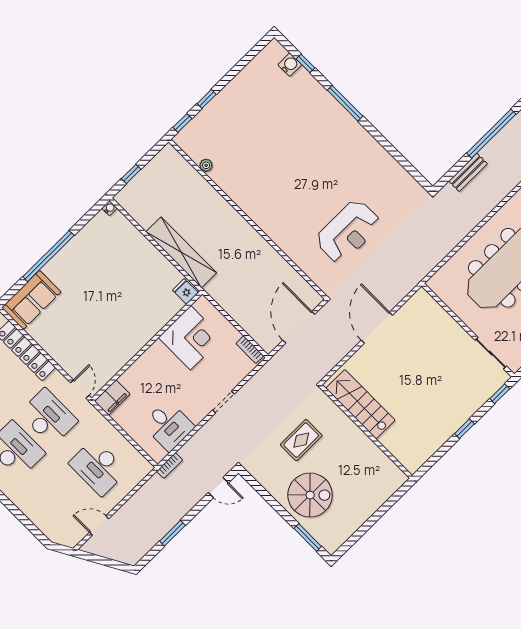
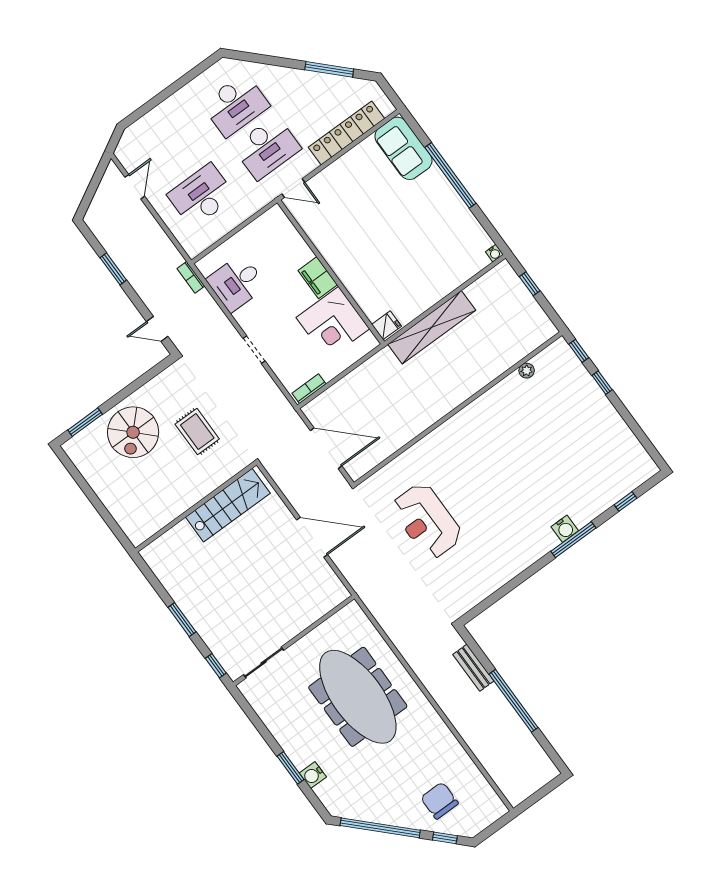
water cooler: (290, 65) -> (565, 529), moved
filing cabinet: (112, 398) -> (318, 278), moved
window: (464, 429) -> (182, 620), width x1.50
door: (218, 488) -> (157, 329), hinge flipped

